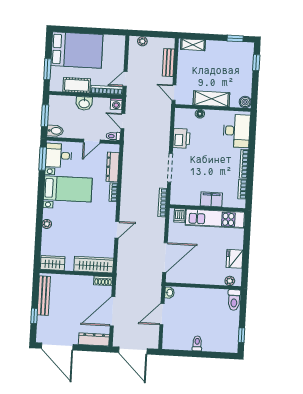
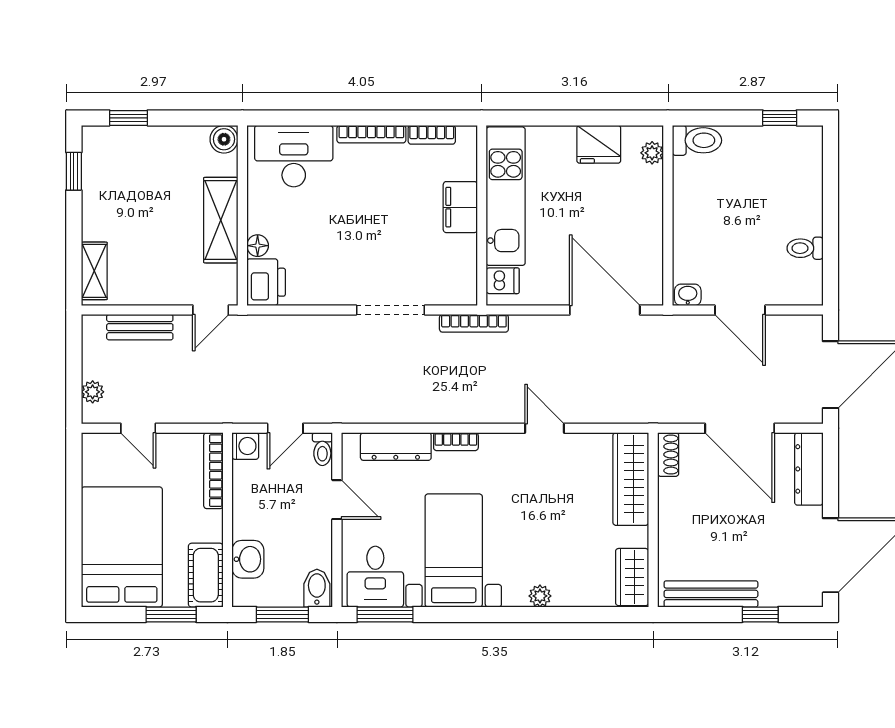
door: (125, 79) -> (138, 428), moved
cot: (77, 85) -> (206, 575), moved
washbasin: (84, 103) -> (248, 559), moved
printer: (181, 138) -> (266, 282), moved, turned 90
toilet: (197, 343) -> (805, 248), moved

